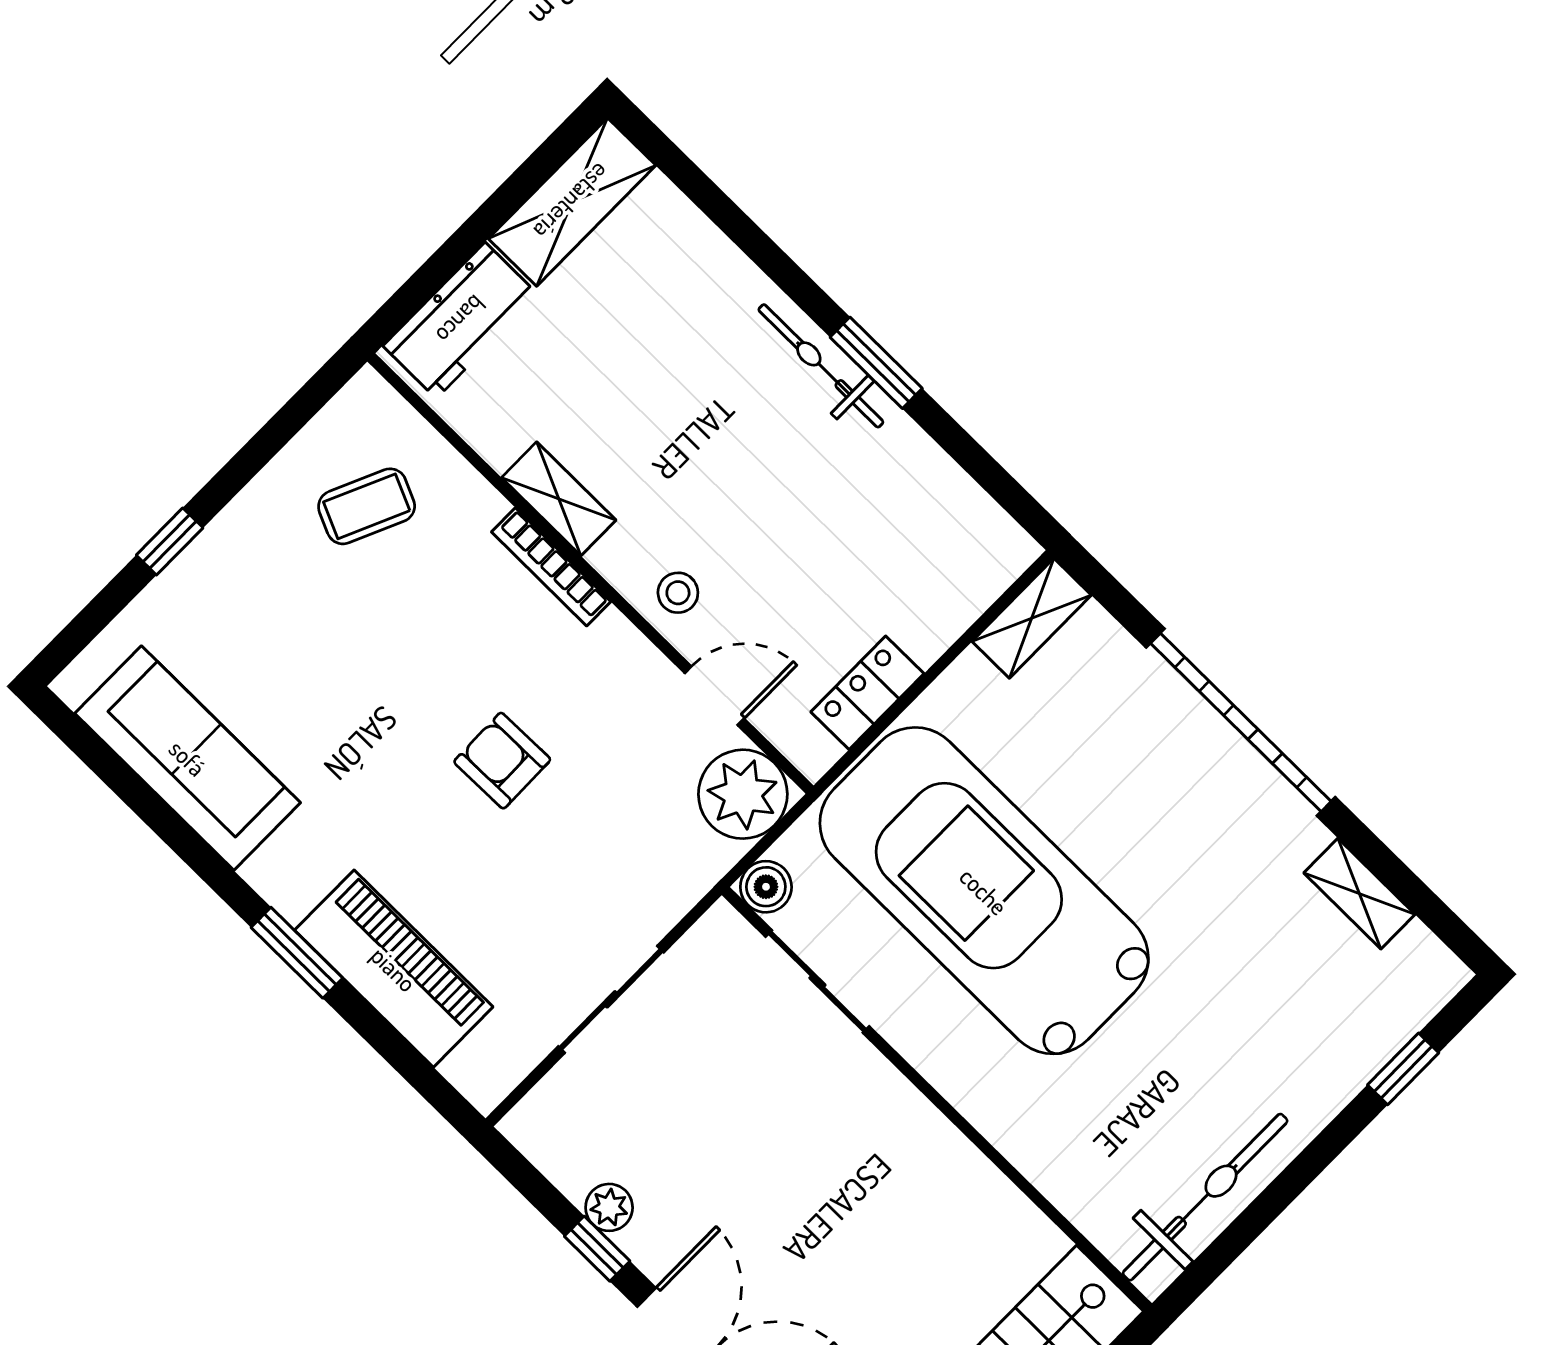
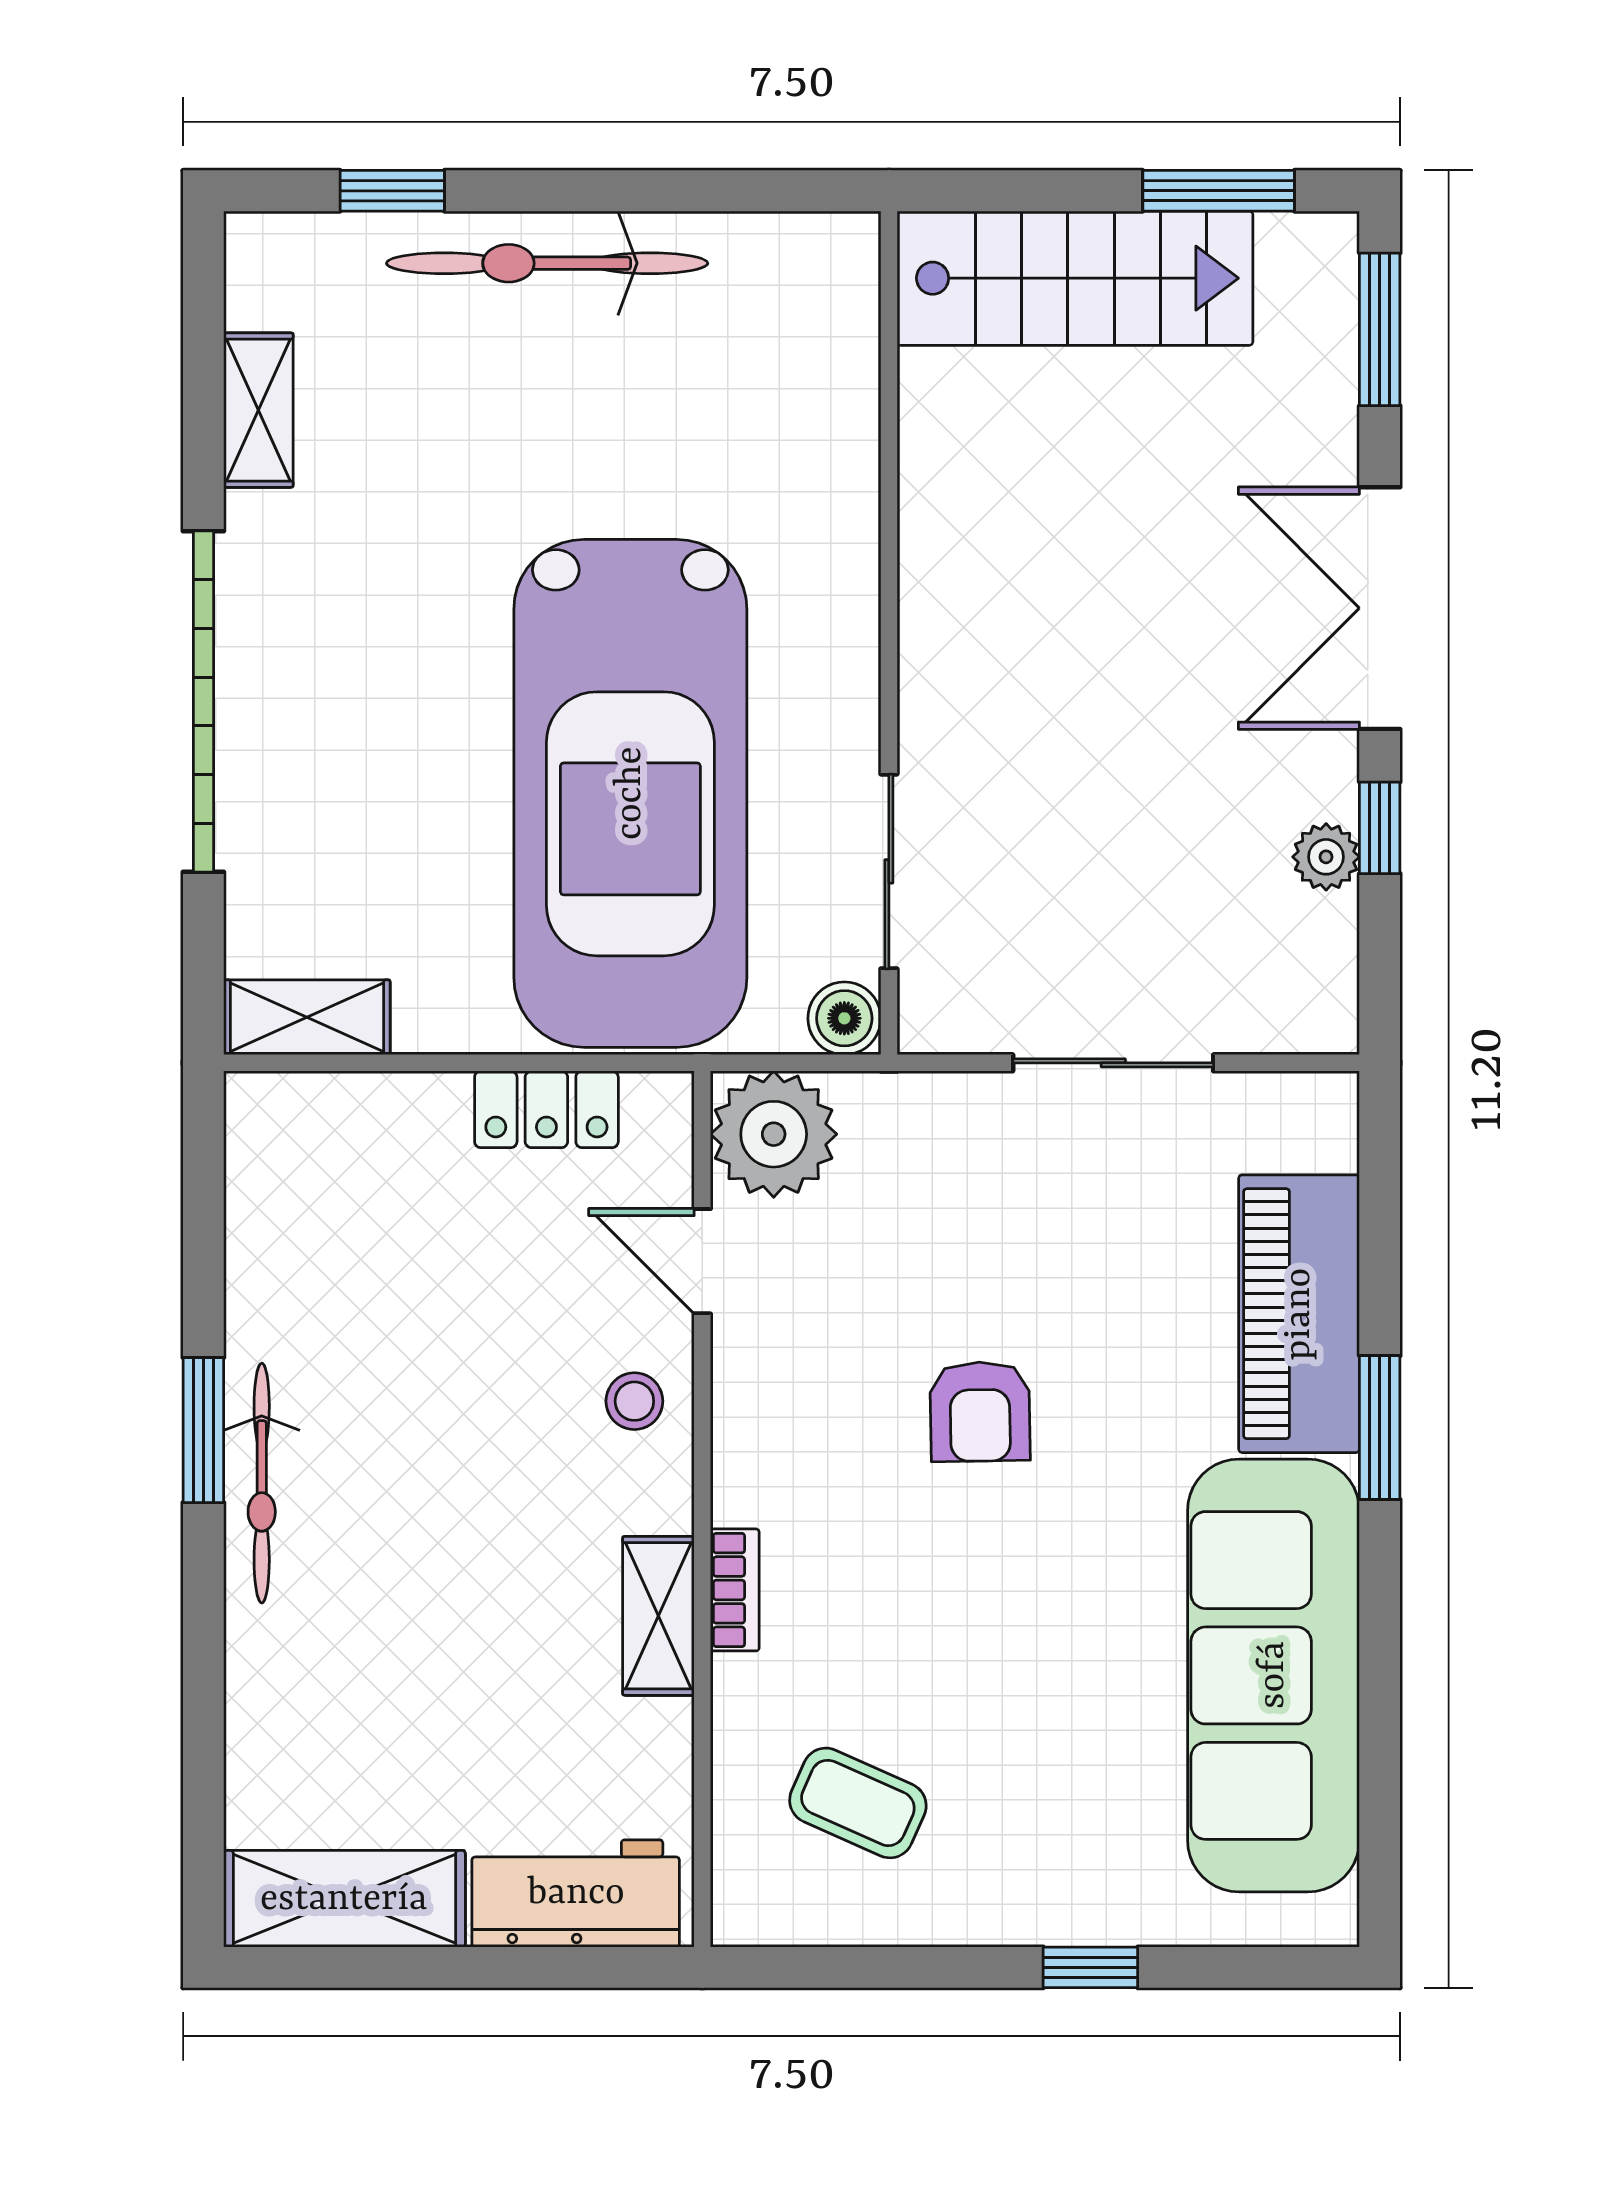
bookcase: (551, 567) -> (735, 1590), width x0.64
sofa: (188, 758) -> (1273, 1675), width x1.36, depth x1.27
bicycle: (1205, 1197) -> (547, 263), moved

